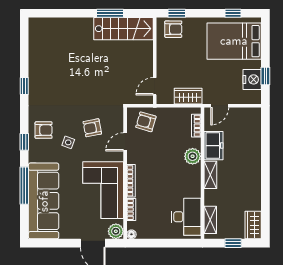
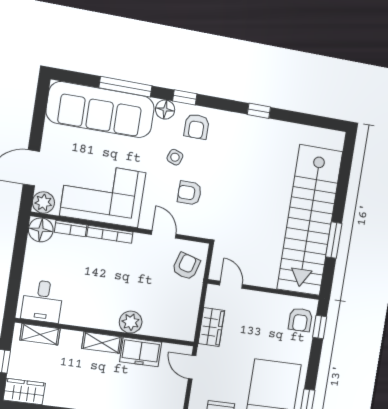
stairs: (123, 29) -> (310, 220), width x1.86, depth x1.51
bookcase: (196, 126) -> (171, 332), removed
armchair: (92, 128) -> (189, 193), turned -79
floor lamp: (35, 155) -> (165, 110), added
desk: (186, 217) -> (42, 301), width x0.73
floor lamp: (131, 234) -> (41, 230), width x1.89, depth x1.89

